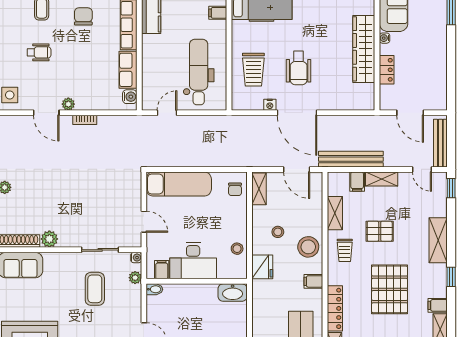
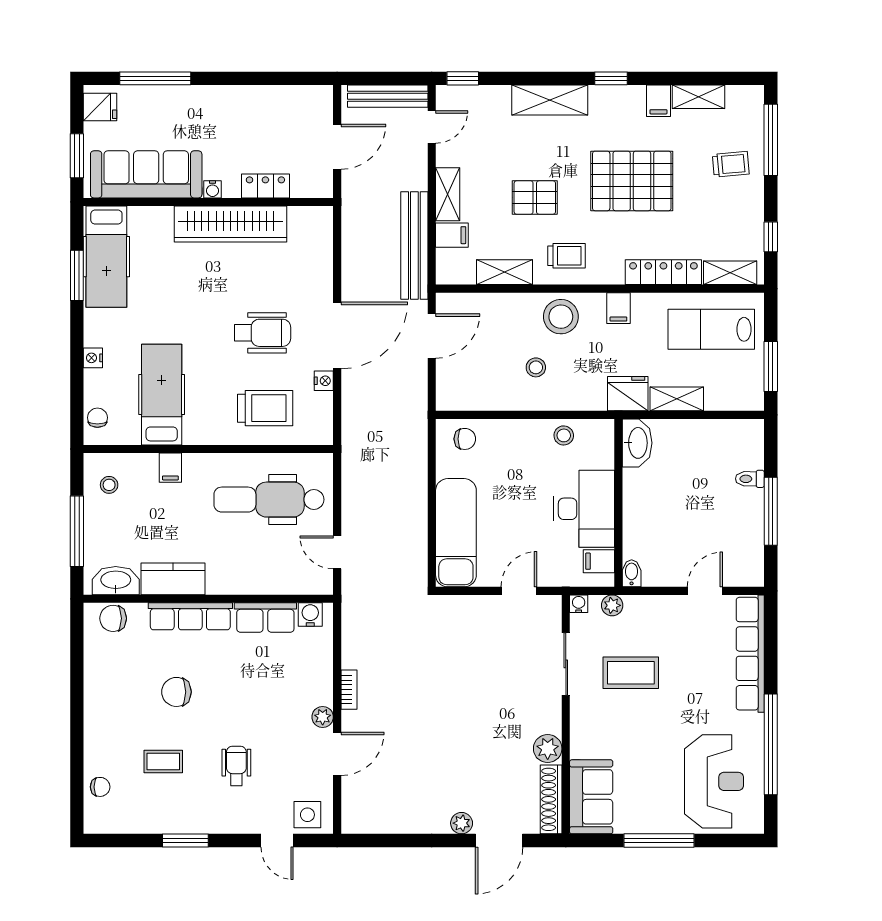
shelving: (259, 189) -> (677, 399), moved
pallet: (380, 231) -> (535, 198), turned 90
fridge: (262, 267) -> (628, 394), moved

